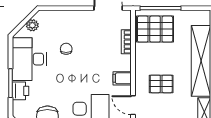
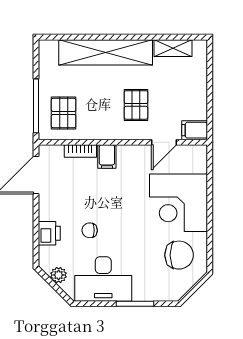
pallet: (155, 29) -> (64, 113), width x0.67, depth x0.71
filing cabinet: (122, 78) -> (107, 157), moved
printer: (21, 91) -> (49, 233), moved, turned 90

